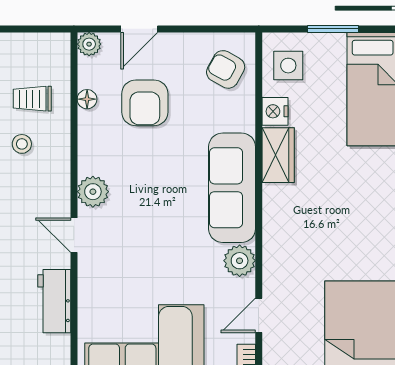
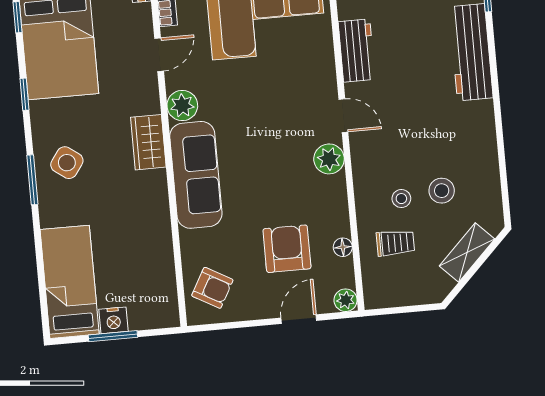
side table: (288, 66) -> (67, 163), moved, turned 36
nightstand: (275, 111) -> (114, 320), moved, turned 90
wardrobe: (278, 155) -> (148, 142), moved

